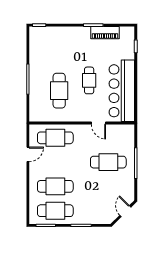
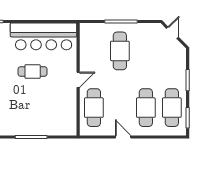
cafe table: (59, 91) -> (43, 103), removed
door: (98, 123) -> (78, 80), moved
door: (28, 154) -> (123, 137), moved
door: (125, 211) -> (172, 33), swing flipped

